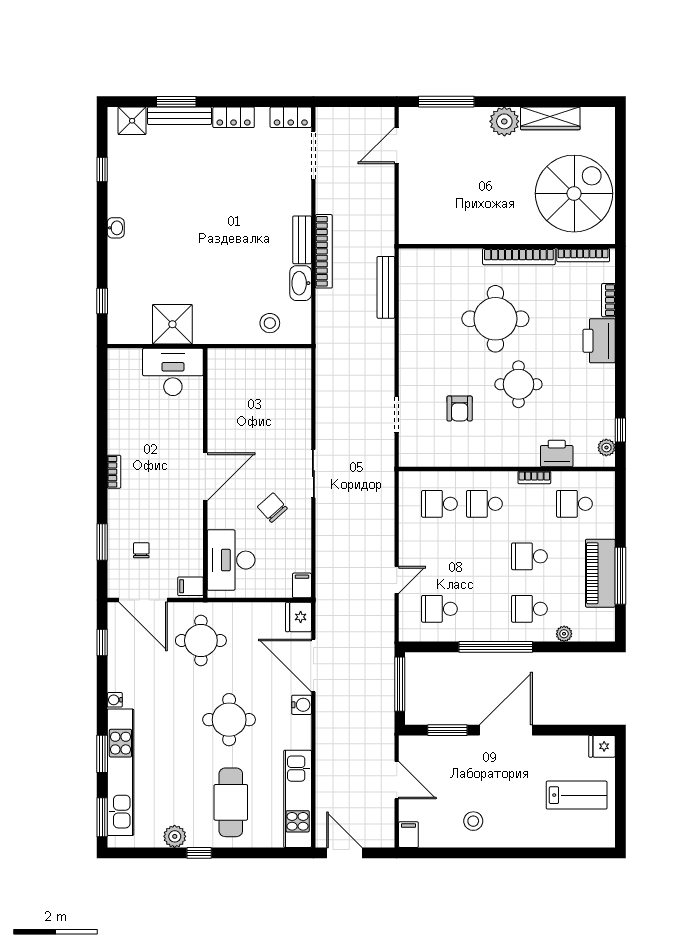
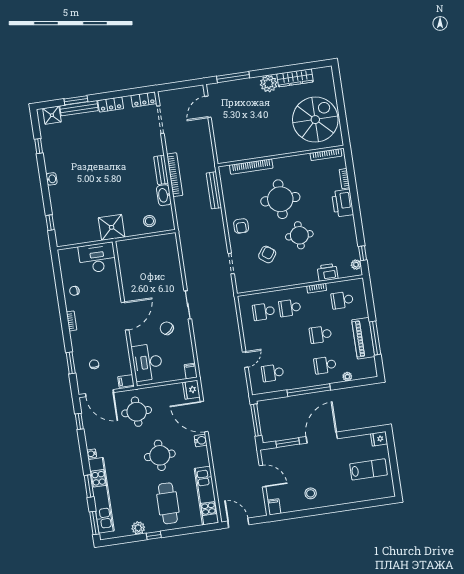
bookcase: (519, 257) -> (251, 167), moved
shower: (172, 324) -> (112, 227), moved
armchair: (423, 354) -> (241, 226), added
armchair: (460, 408) -> (267, 254), turned -144
chair: (126, 422) -> (74, 291), added

